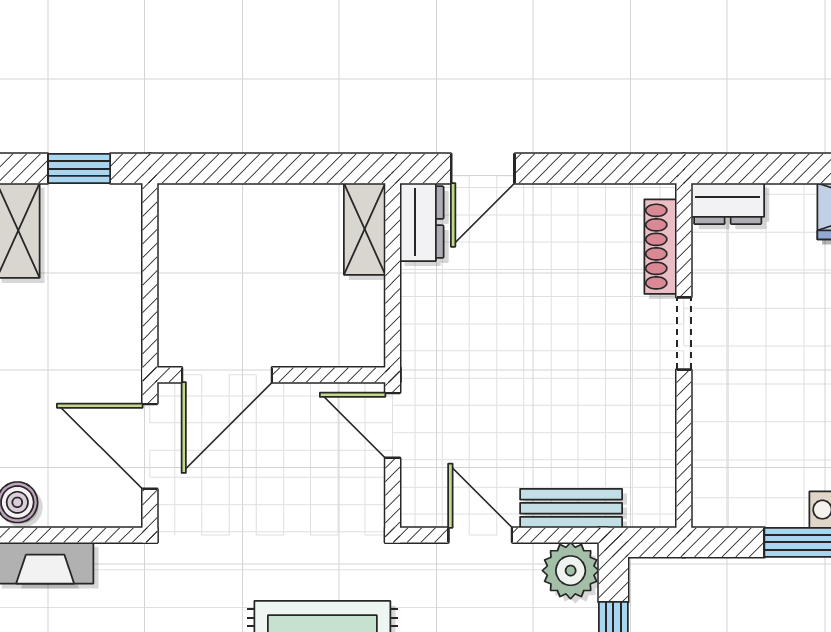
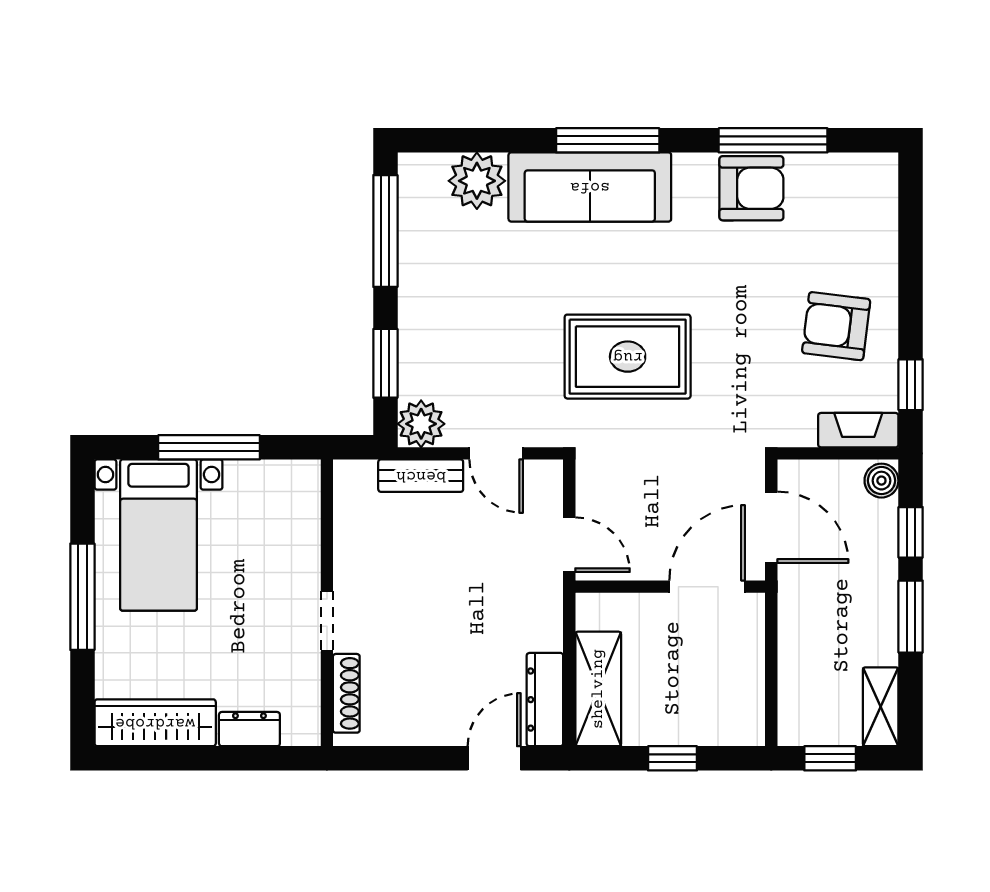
window: (268, 169) -> (673, 758), added
dresser: (728, 204) -> (249, 729), moved
dresser: (422, 222) -> (545, 700), width x1.44
shelving: (365, 229) -> (598, 689), width x1.50, depth x1.33

